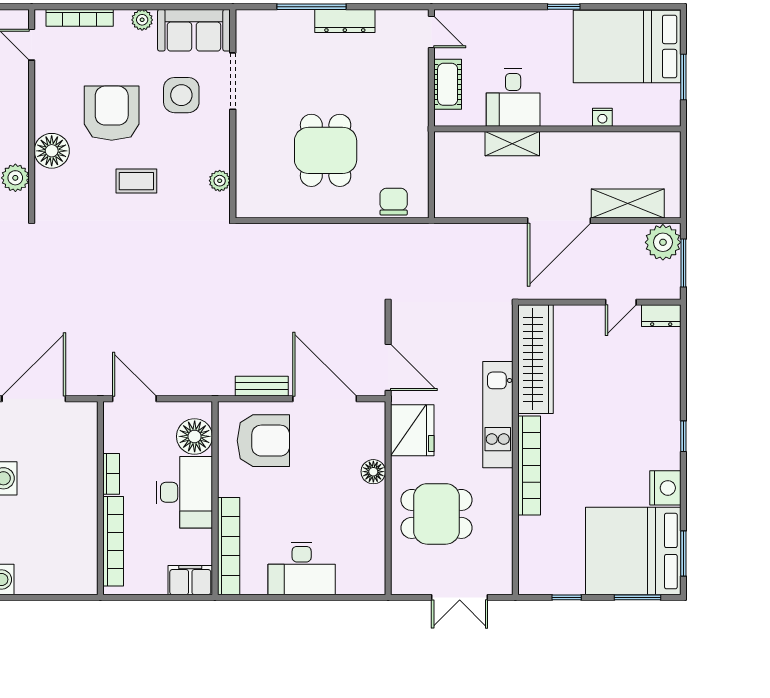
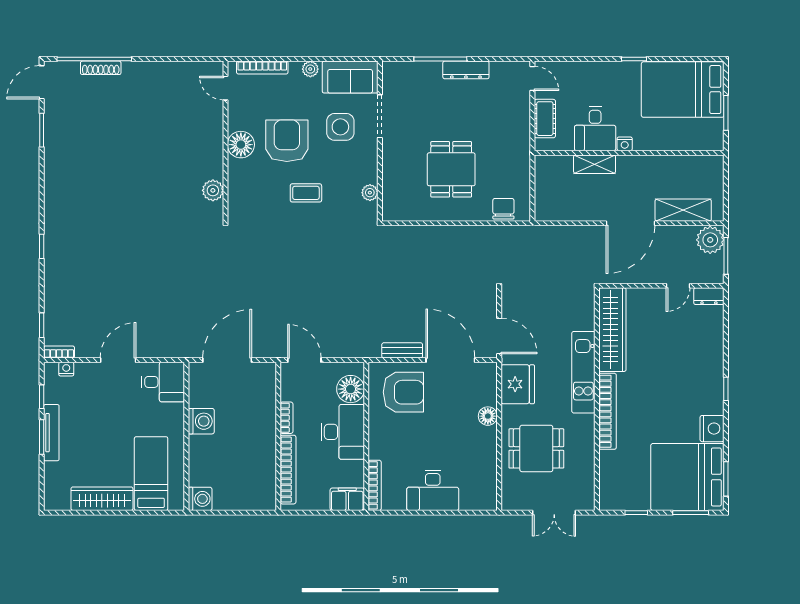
nightstand: (602, 117) -> (625, 144), moved
floor lamp: (52, 151) -> (241, 145), moved
bookcase: (229, 546) -> (375, 485), width x0.68, depth x0.76

